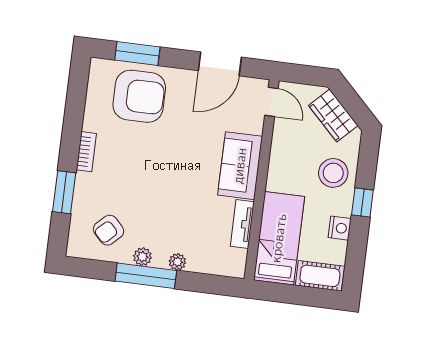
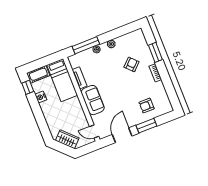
window: (137, 53) -> (146, 126), moved
armchair: (139, 96) -> (147, 106), width x0.53, depth x0.53
stool: (333, 173) -> (55, 117), removed
window: (362, 202) -> (28, 87), moved
armchair: (109, 230) -> (131, 64), moved
window: (146, 276) -> (86, 45), moved

